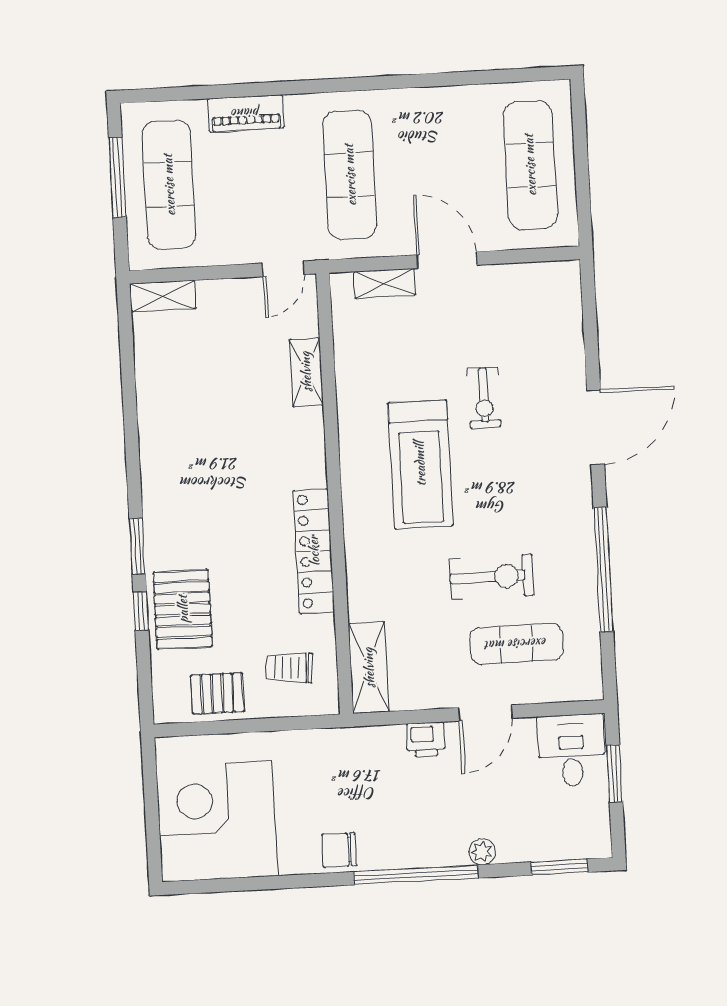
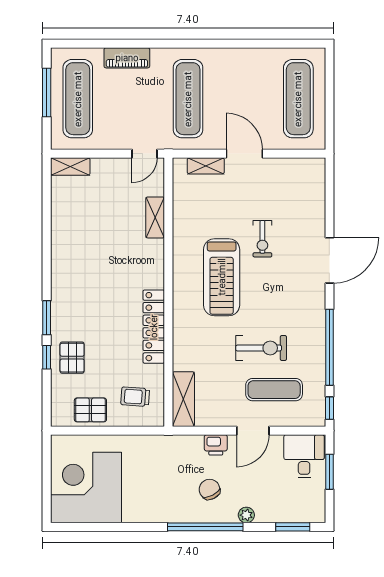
pallet: (183, 609) -> (72, 358), width x0.67, depth x0.71
window: (609, 669) -> (329, 408), added
chair: (339, 850) -> (210, 489), moved, turned 63

